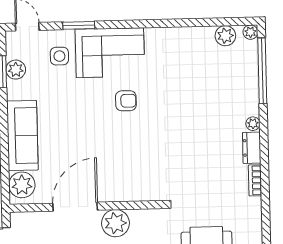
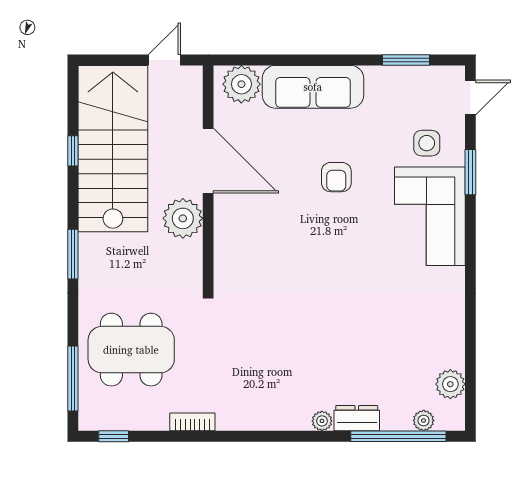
plant: (250, 32) -> (424, 420), moved
plant: (16, 70) -> (409, 79), removed
armchair: (126, 101) -> (336, 177), moved
dresser: (252, 148) -> (357, 418), moved
bookcase: (255, 180) -> (192, 422), moved

